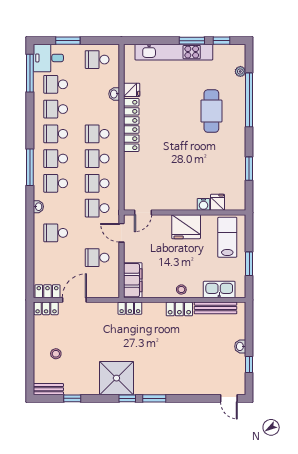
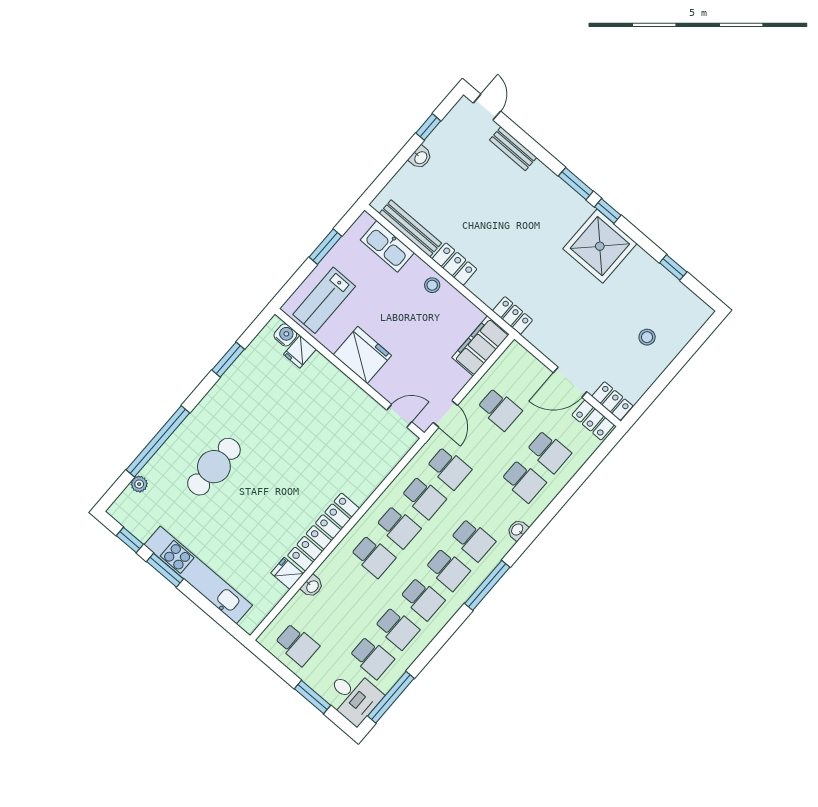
water cooler: (204, 204) -> (285, 335), moved
school desk: (56, 258) -> (549, 452), added
bench: (48, 389) -> (513, 149), moved

